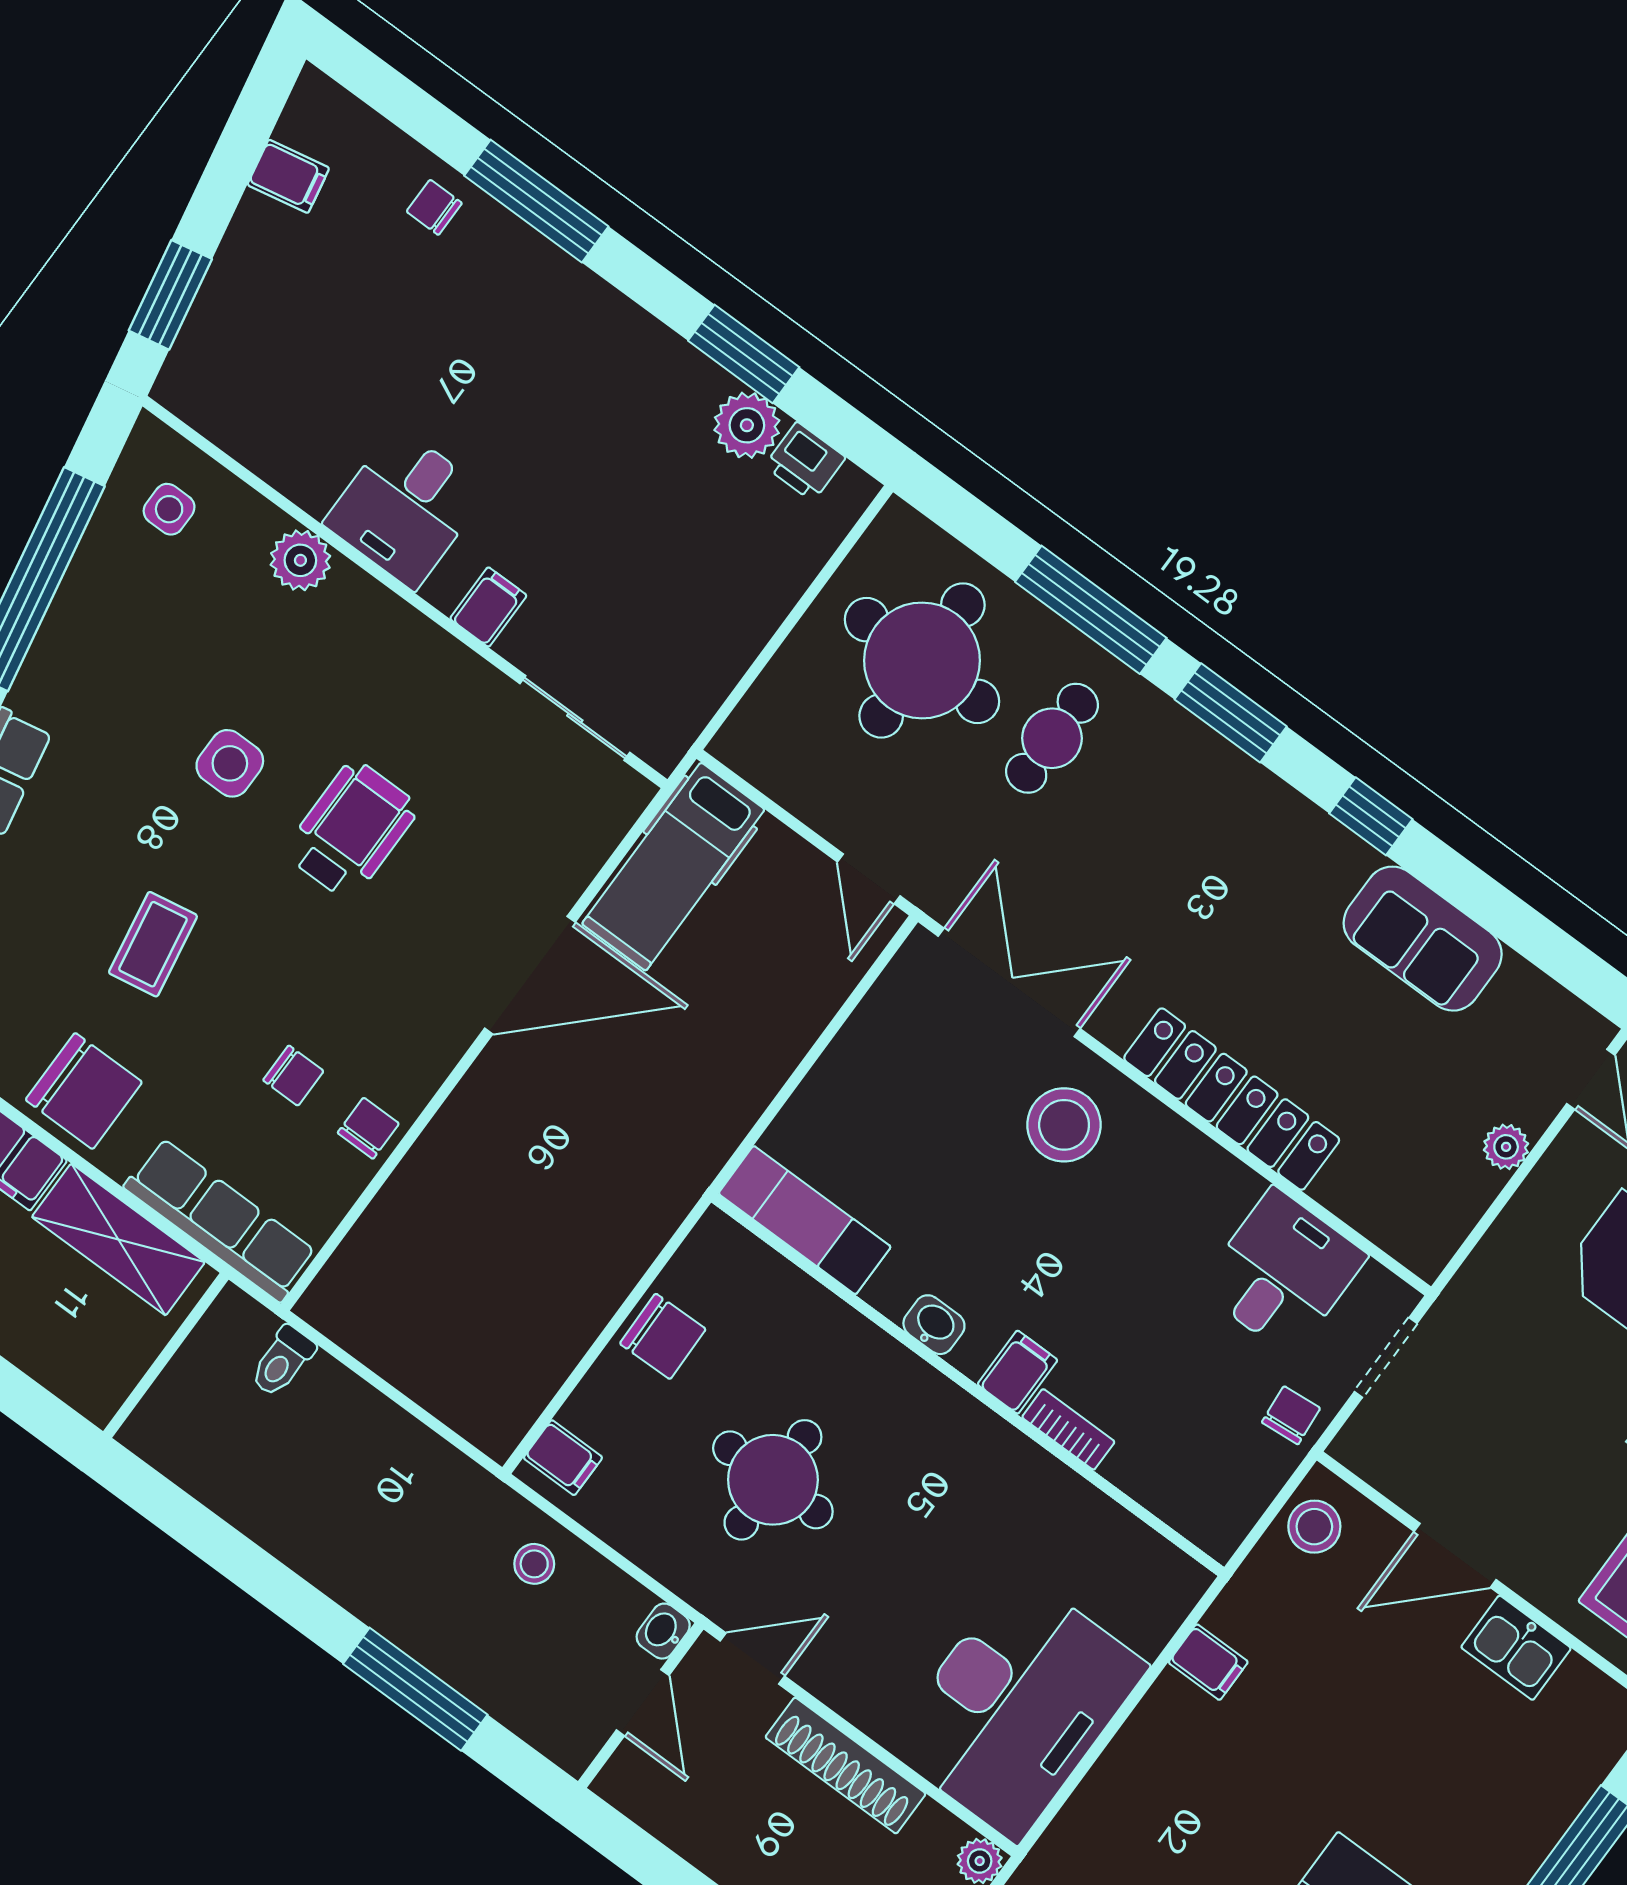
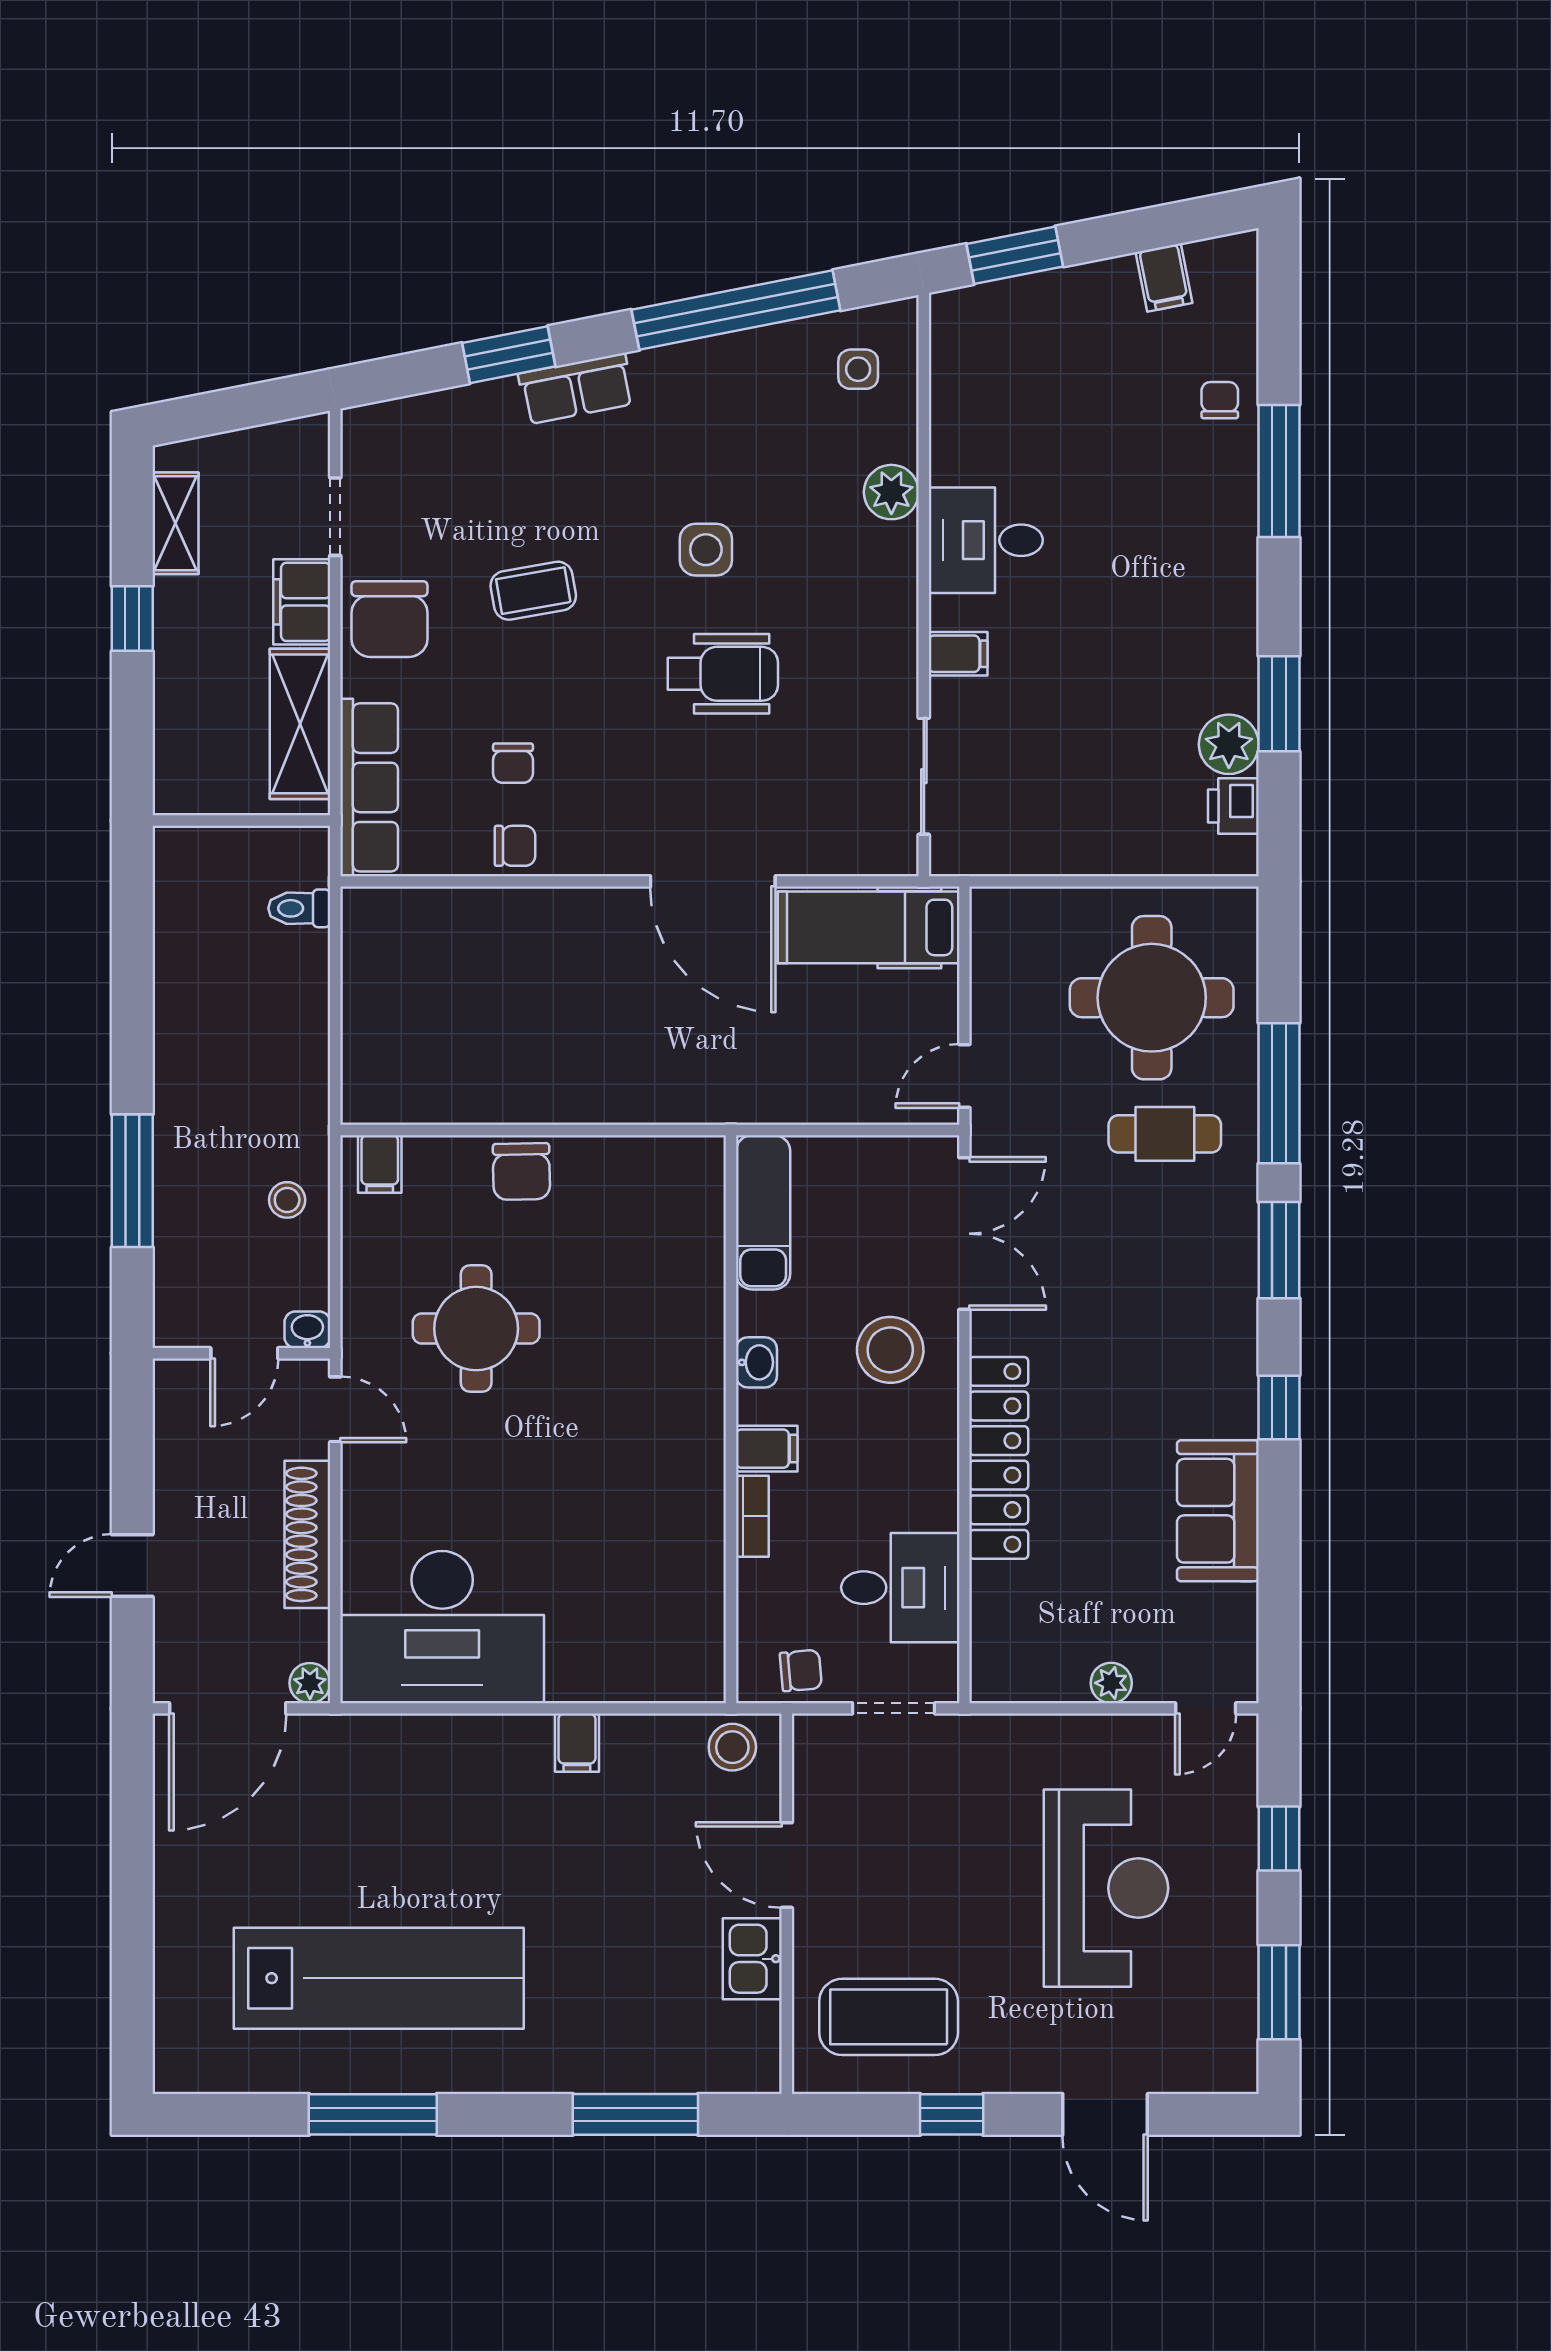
exam couch: (805, 1220) -> (763, 1212), moved
washbasin: (934, 1325) -> (756, 1362), moved
filing cabinet: (1018, 1372) -> (767, 1449), moved
wall: (968, 1385) -> (731, 1419), moved
bookcase: (1068, 1429) -> (752, 1516), moved

